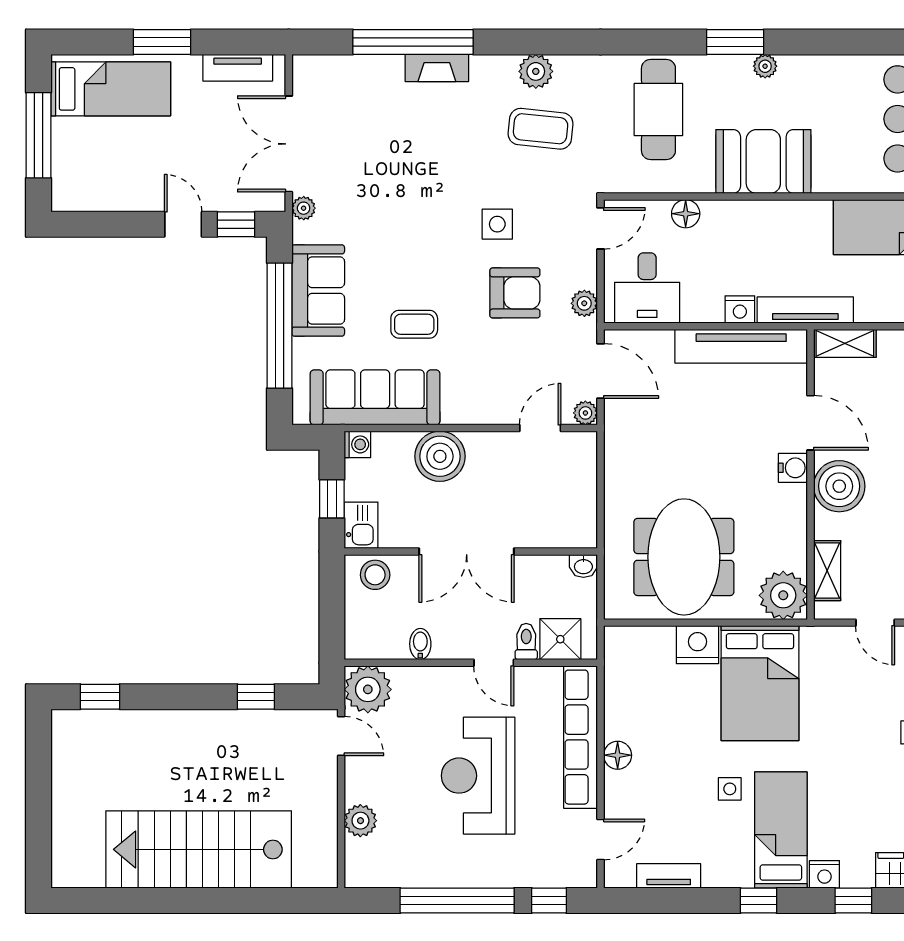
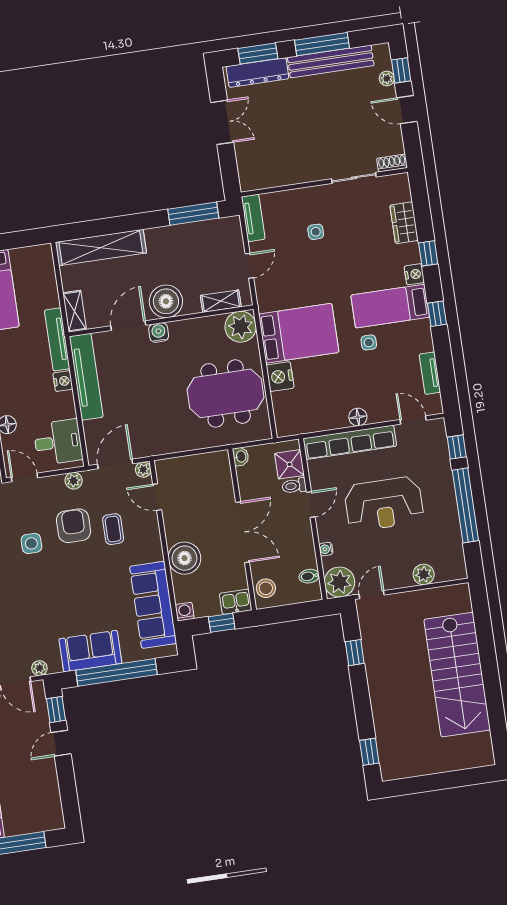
coffee table: (414, 324) -> (113, 529), moved
bidet: (420, 644) -> (309, 576), moved
water cooler: (422, 676) -> (326, 549), added

